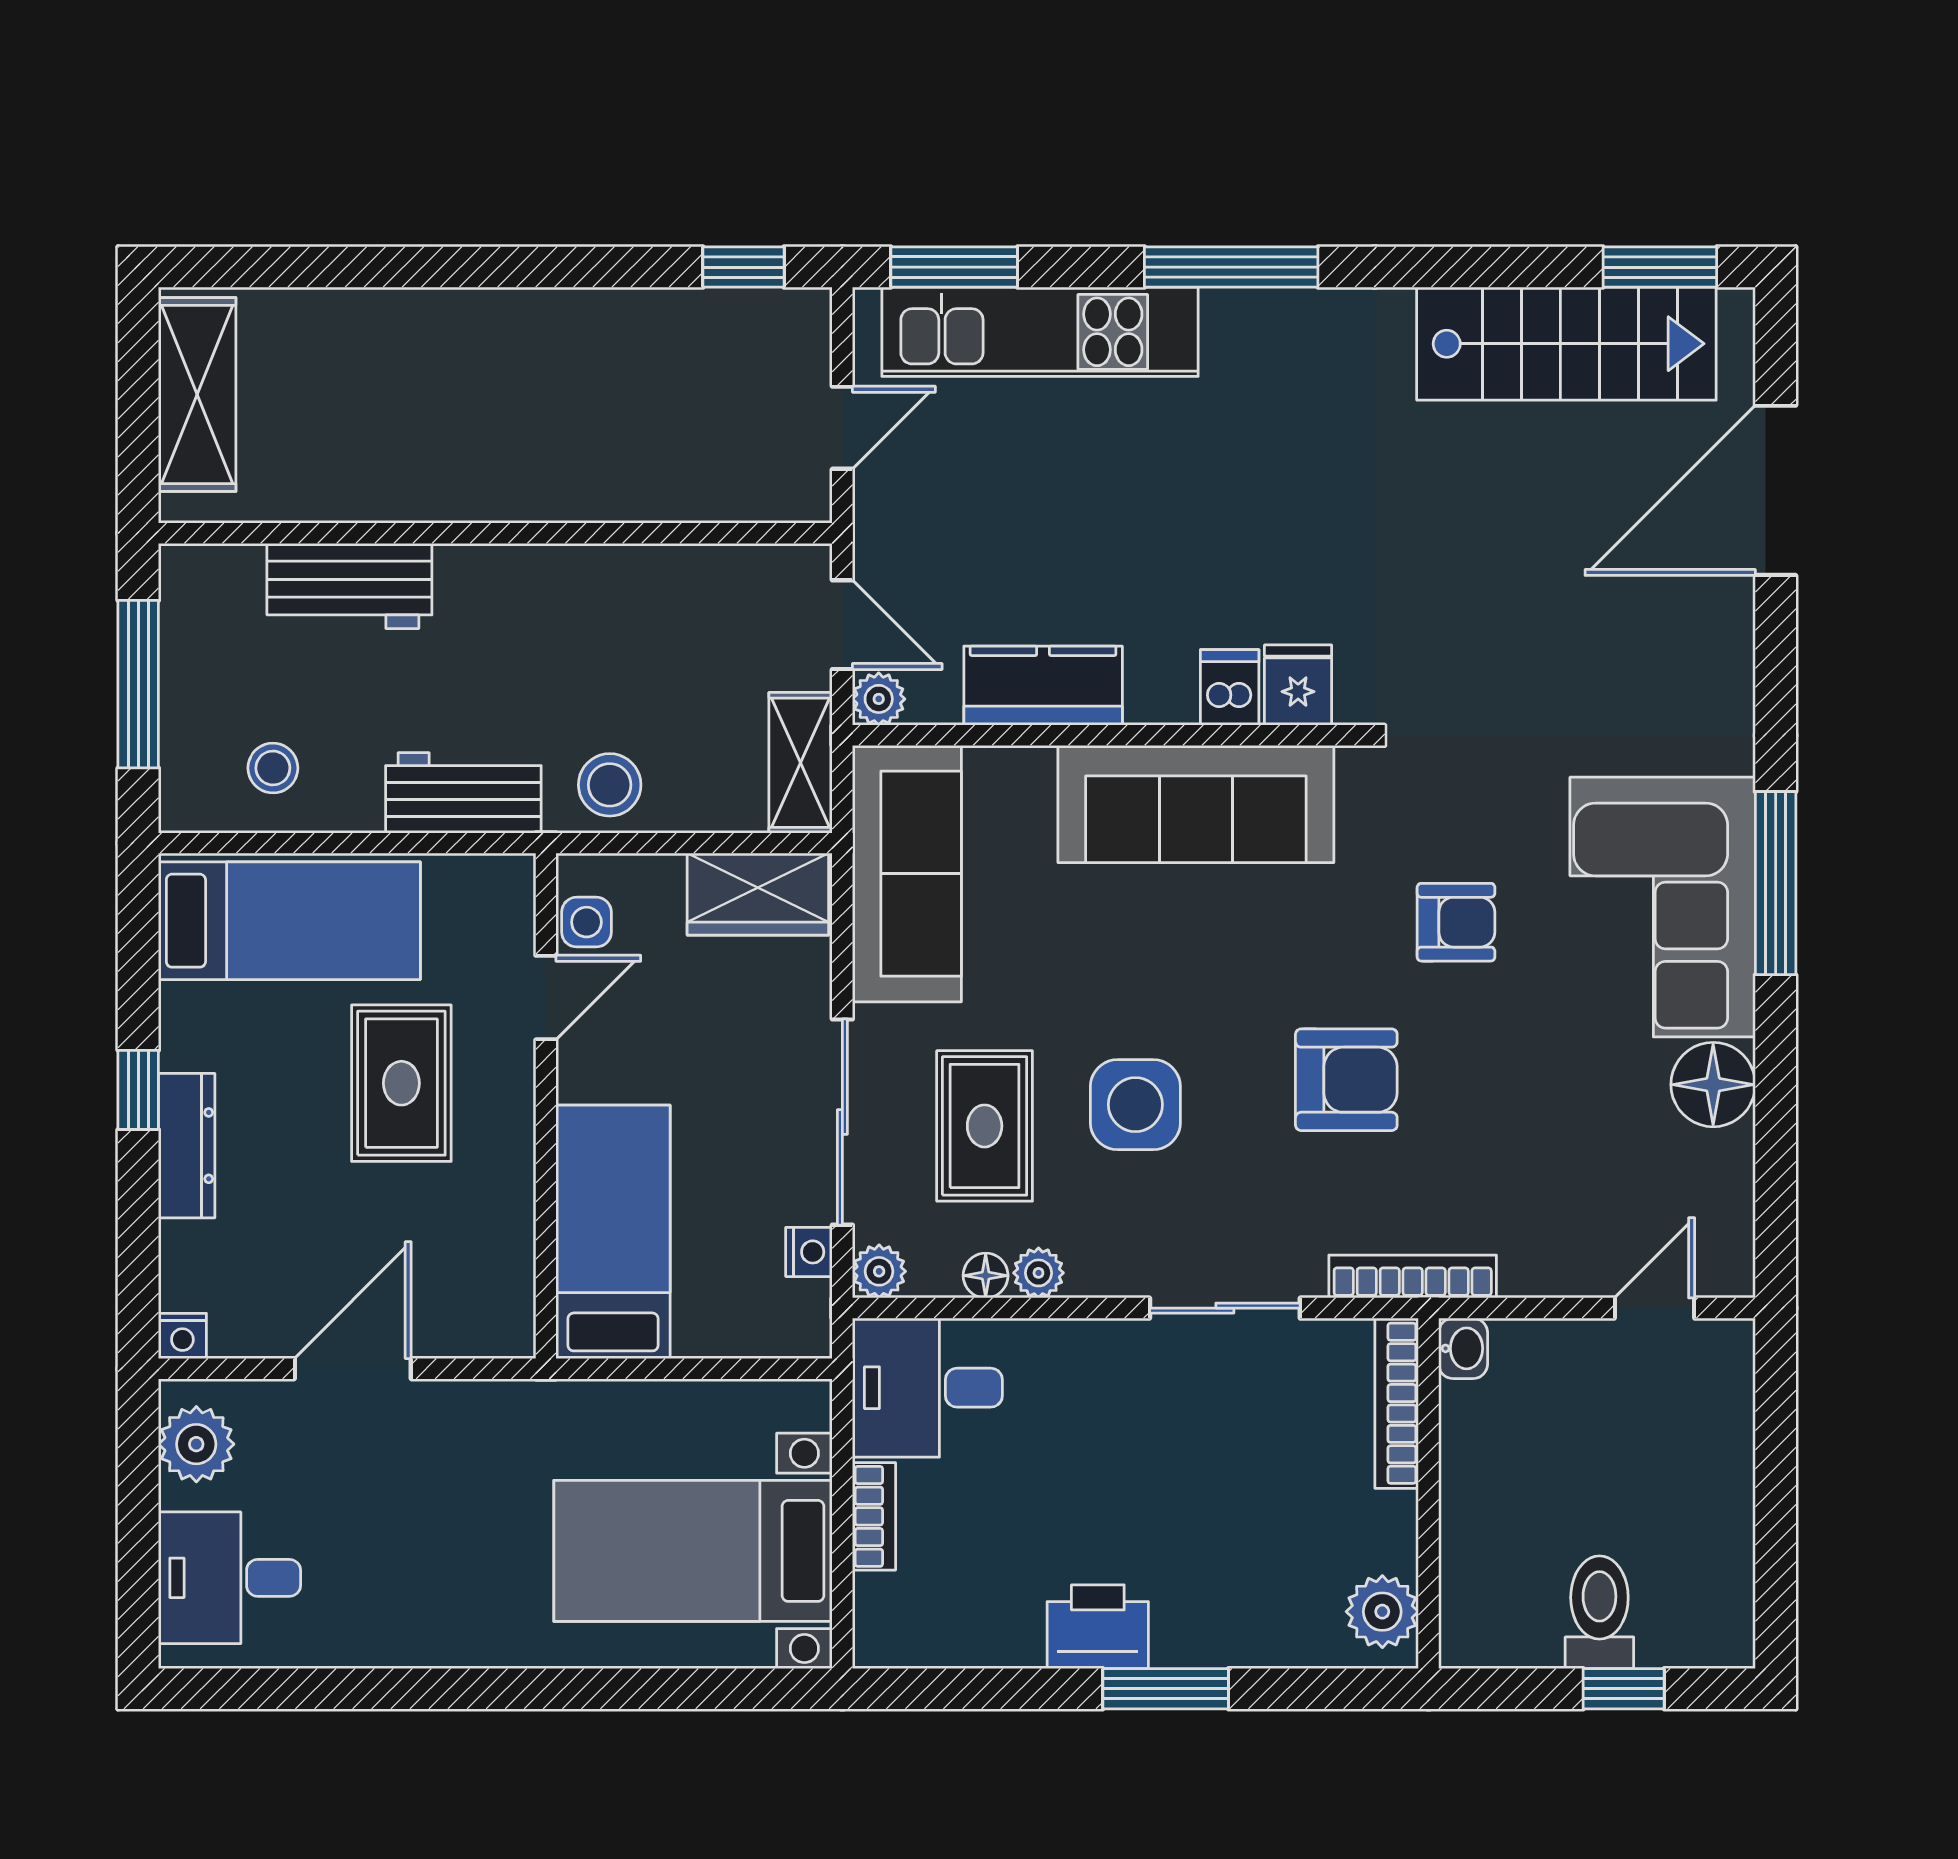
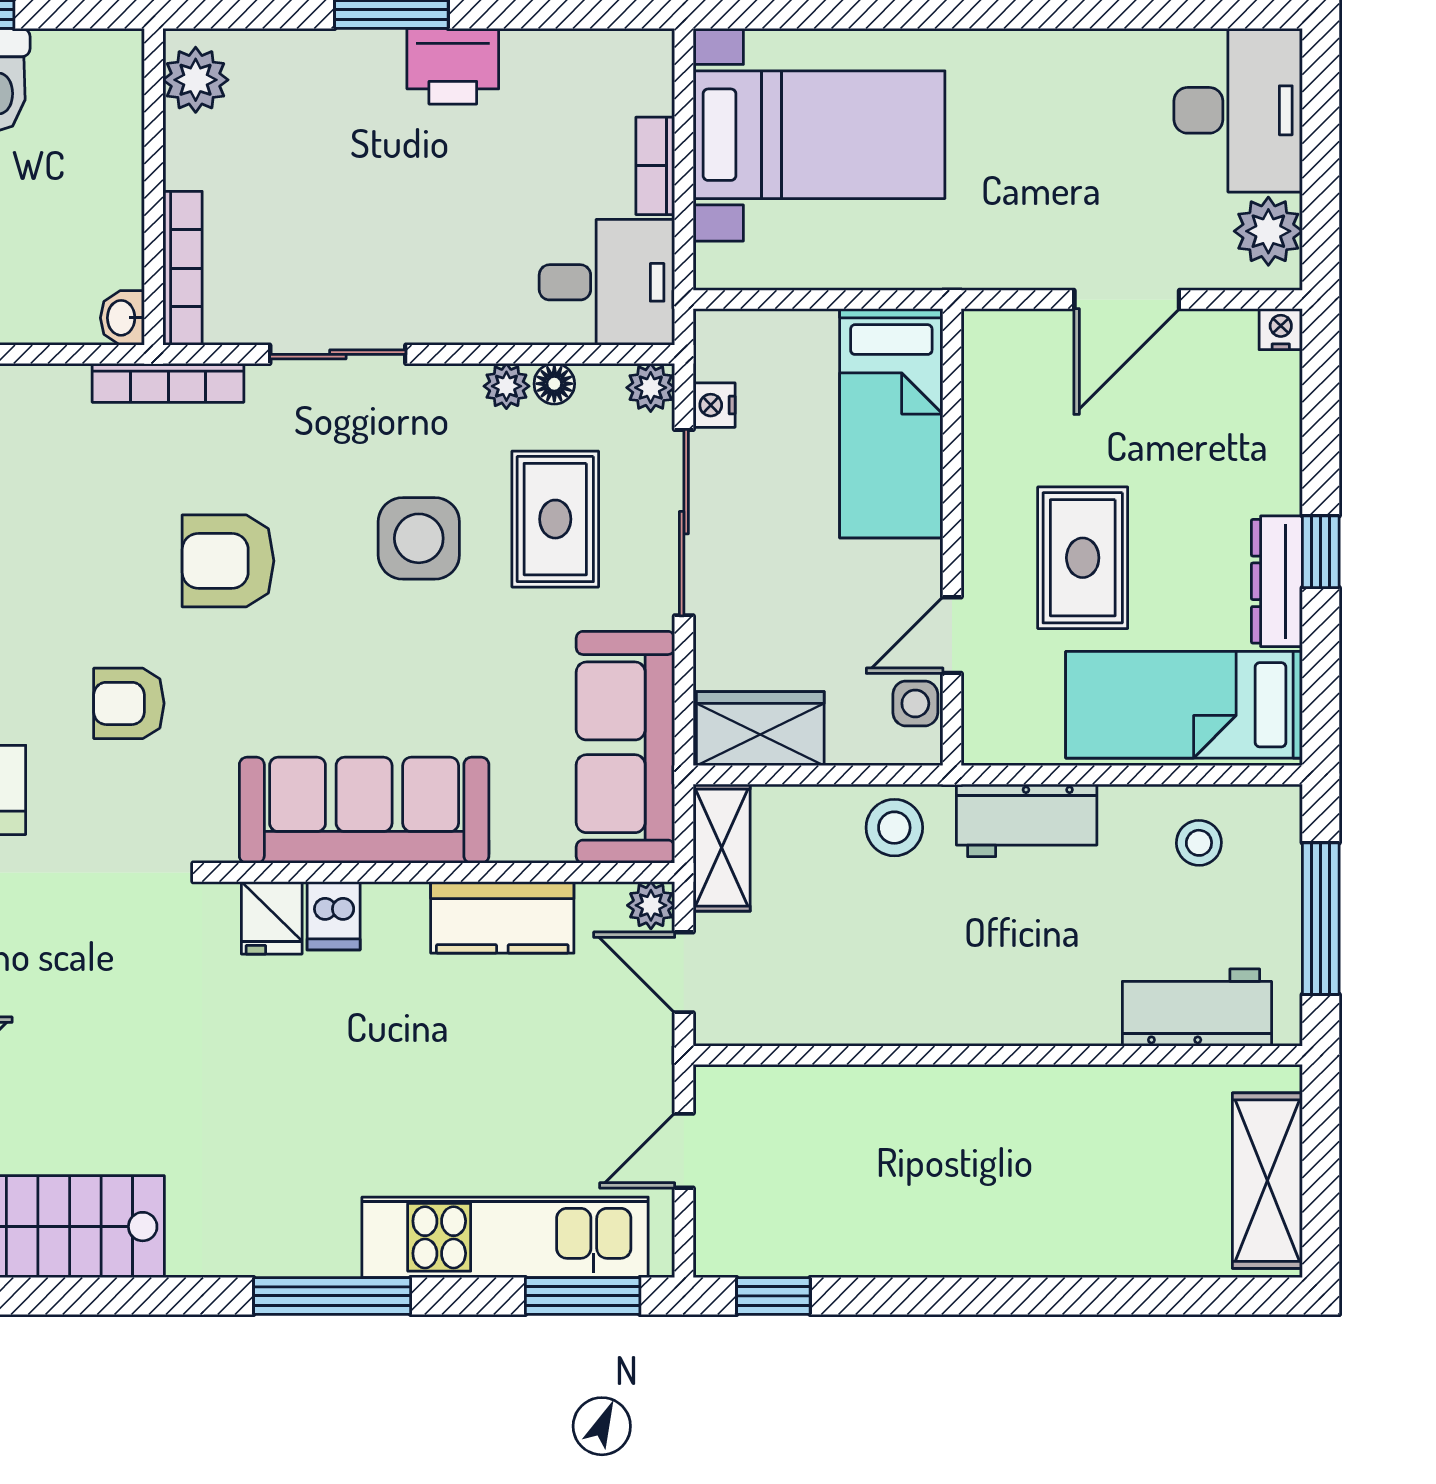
workbench: (349, 586) -> (1197, 1008), moved
dresser: (187, 1146) -> (1277, 581), moved
desk: (229, 1578) -> (1238, 110), width x1.37

